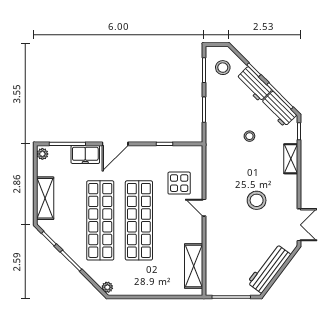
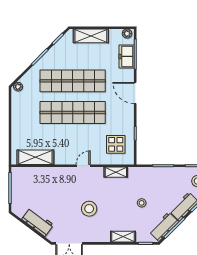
freezer: (85, 154) -> (127, 56), moved
shelving: (212, 168) -> (116, 172), added
display table: (179, 183) -> (116, 144), moved
workbench: (269, 269) -> (38, 222), width x0.73

